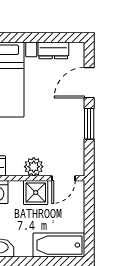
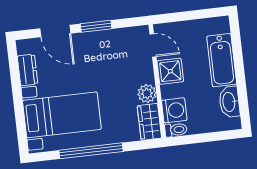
plant: (34, 167) -> (147, 93), moved
bathtub: (59, 245) -> (222, 60), moved

